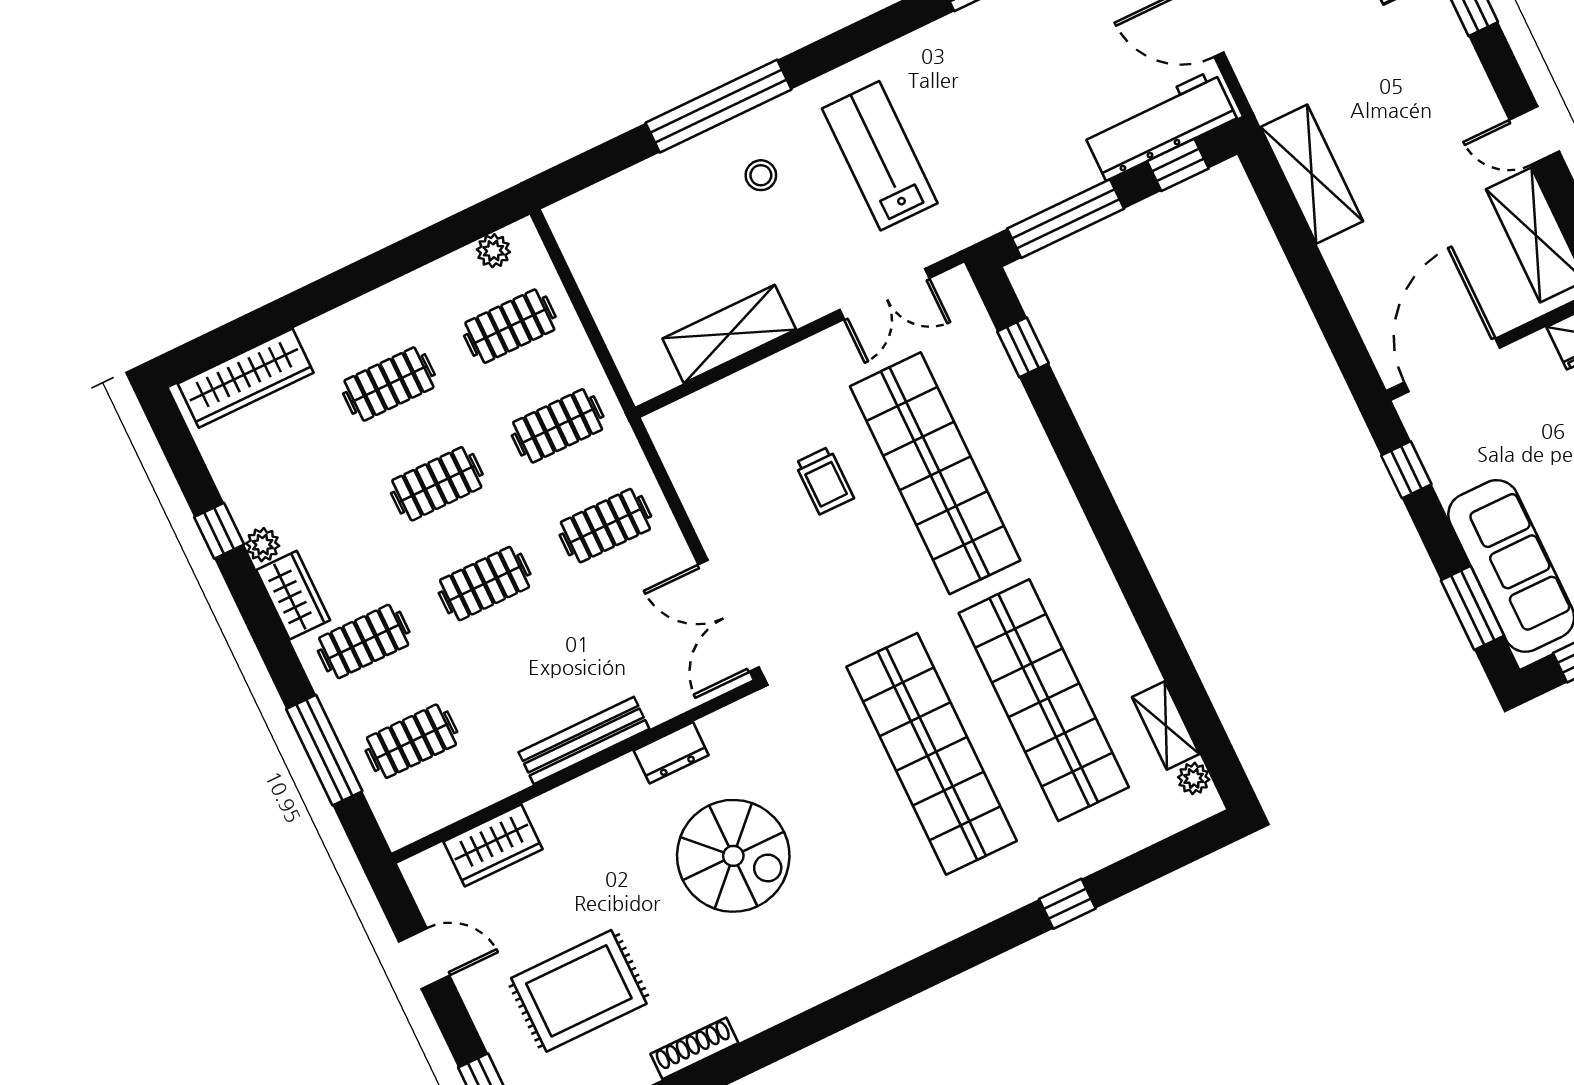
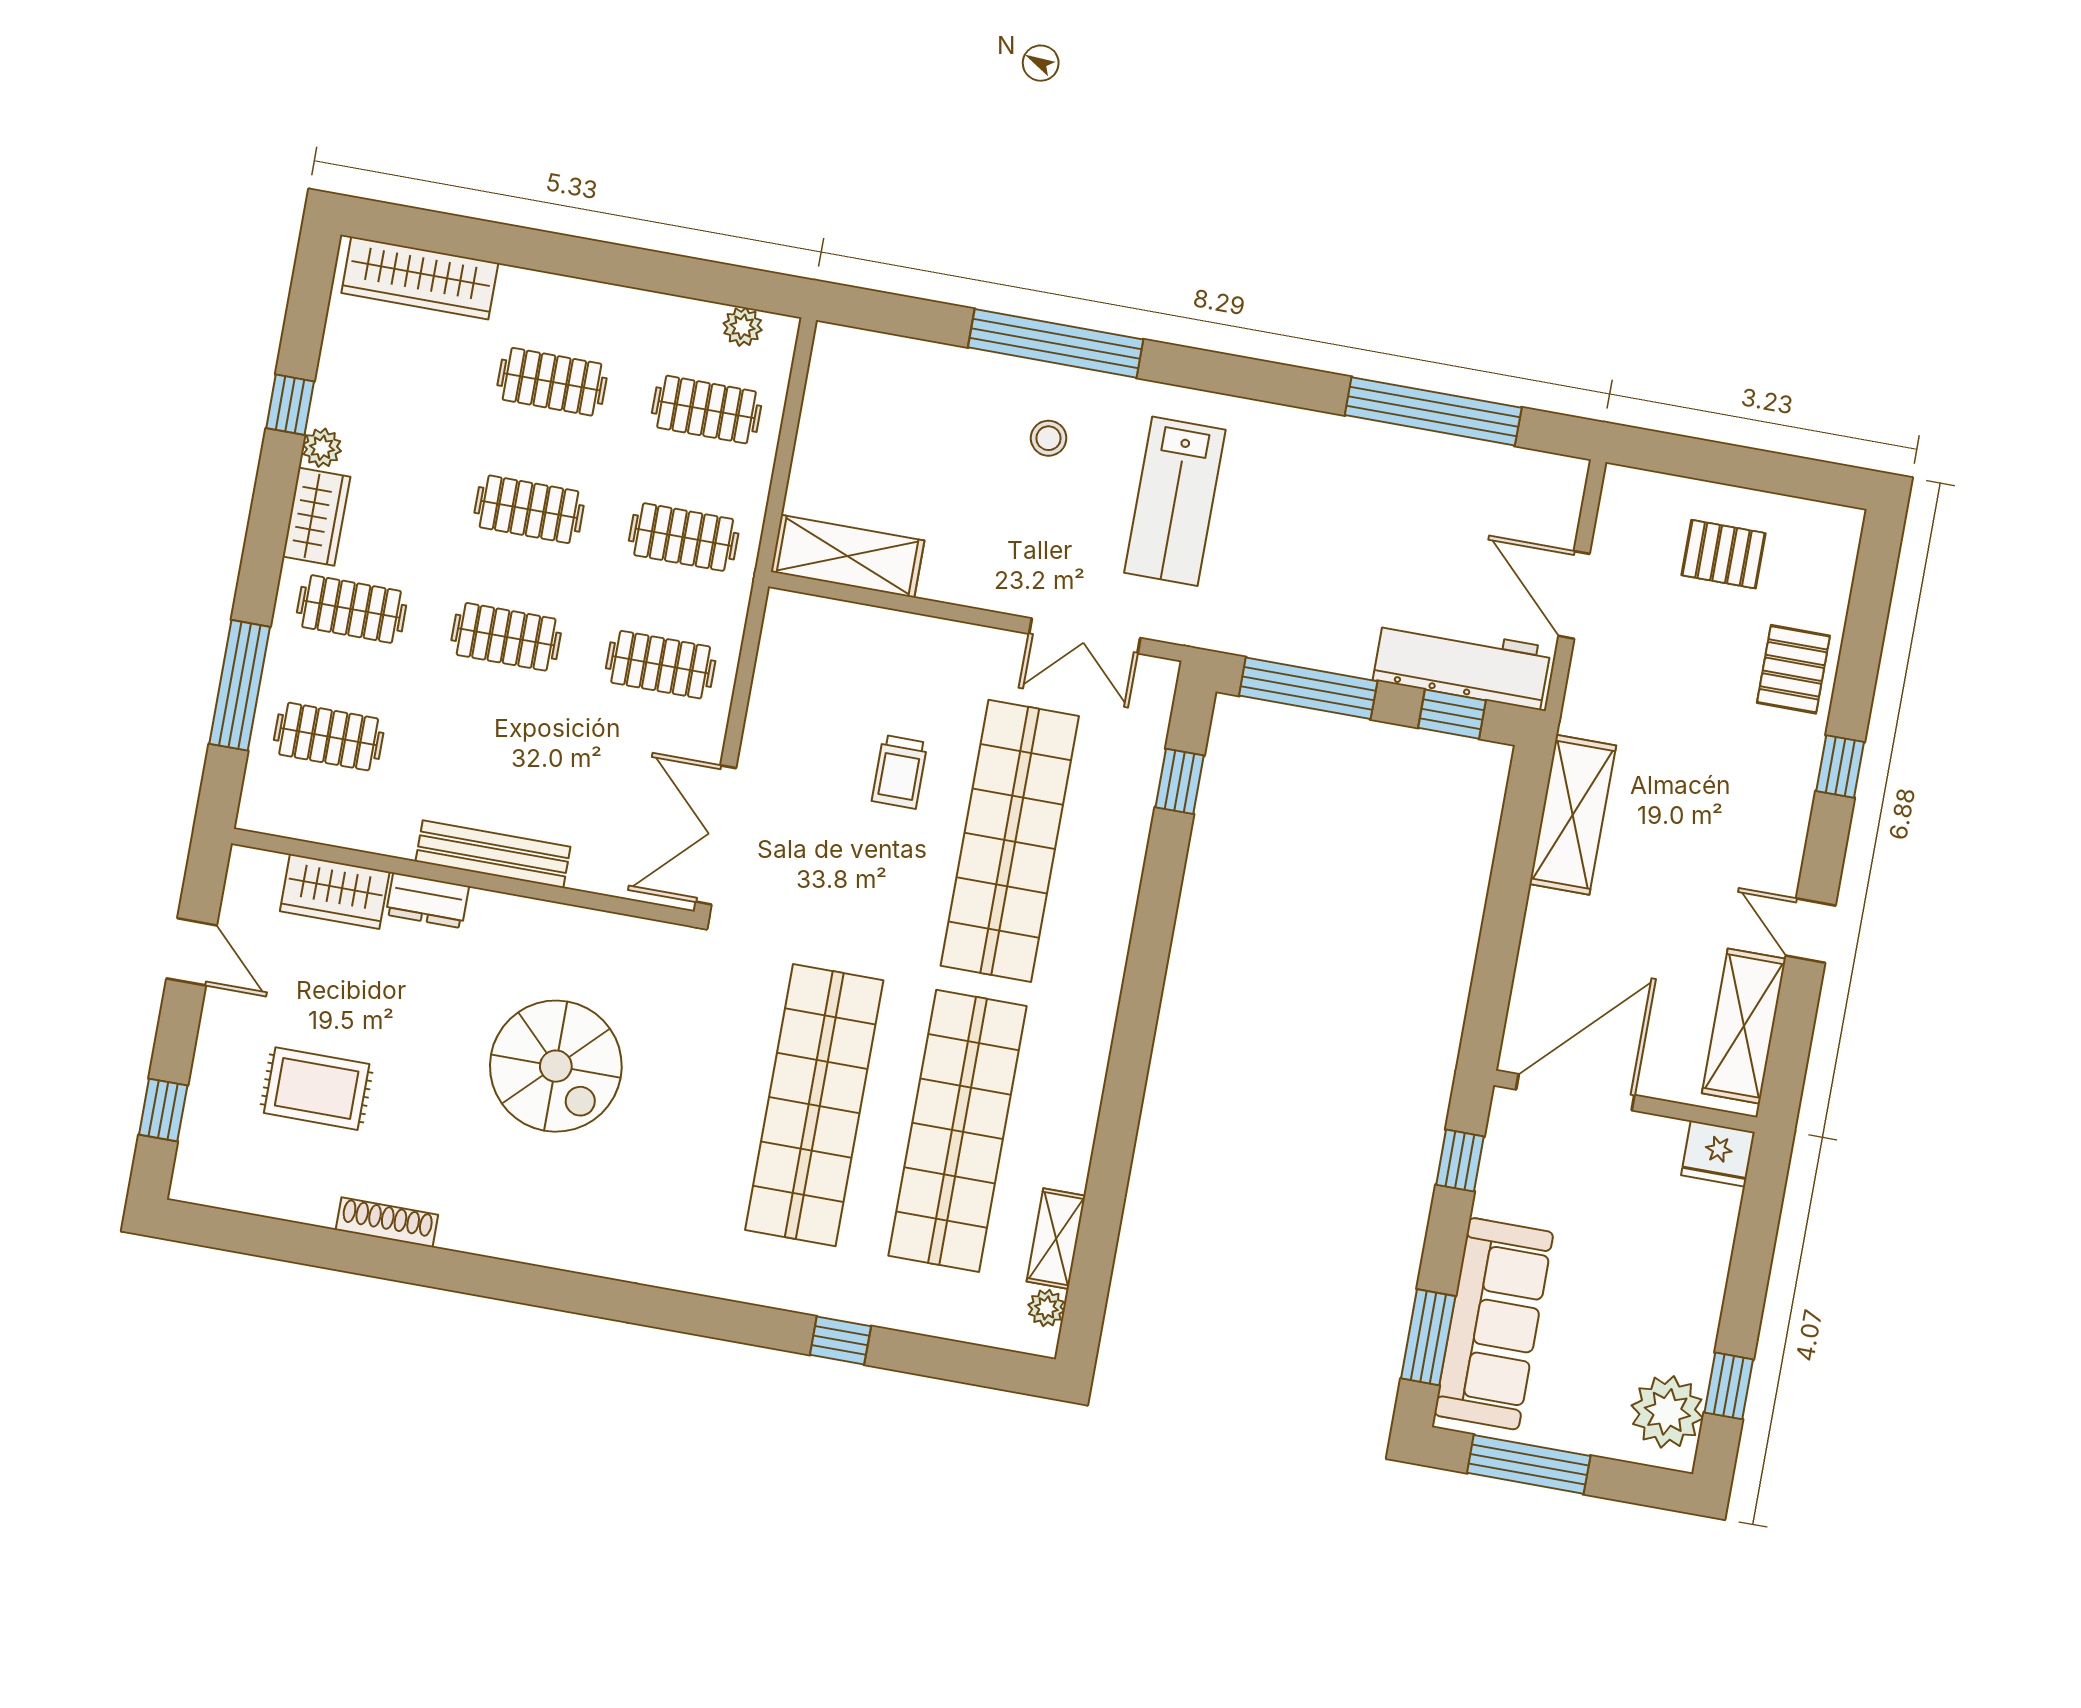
lab bench: (880, 156) -> (1175, 501), turned 180
shelving: (729, 334) -> (847, 556), moved
dresser: (671, 753) -> (427, 900), moved
rug: (579, 991) -> (317, 1089), width x0.73, depth x0.70

